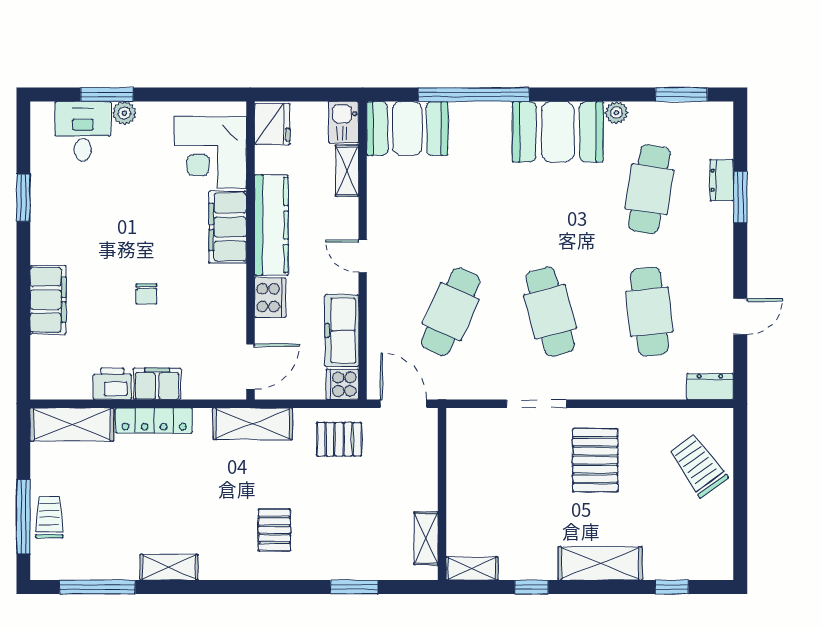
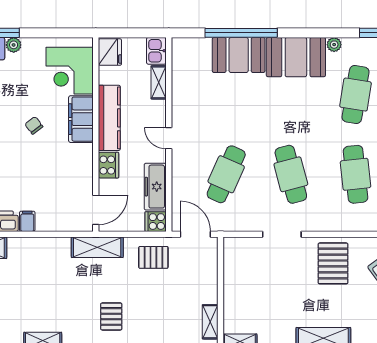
booth: (407, 128) -> (239, 55), moved
chair: (146, 294) -> (34, 125), moved, turned 143
filing cabinet: (157, 384) -> (27, 221), width x0.50
locker: (154, 420) -> (33, 245), removed
pallet: (595, 460) -> (333, 263), moved

